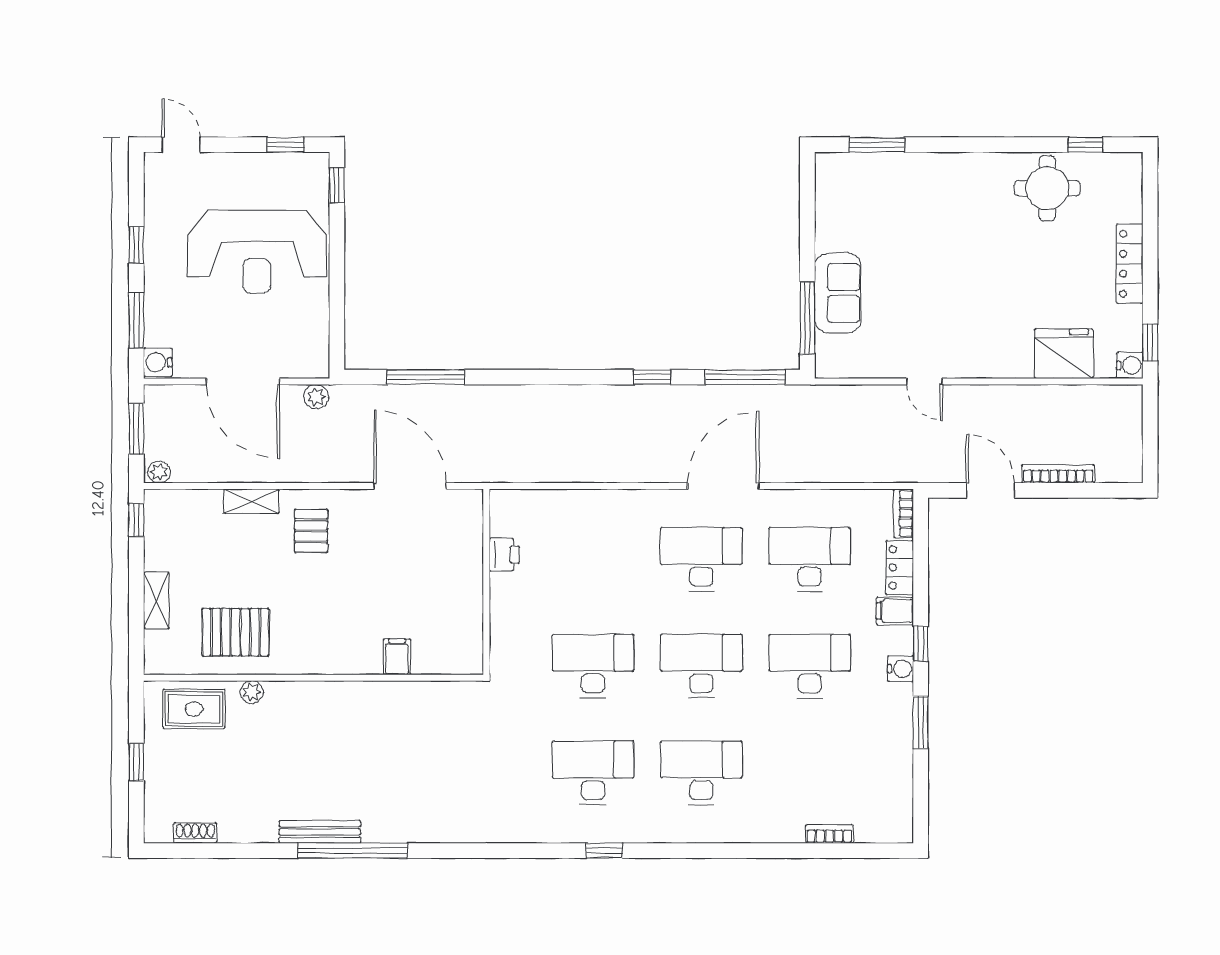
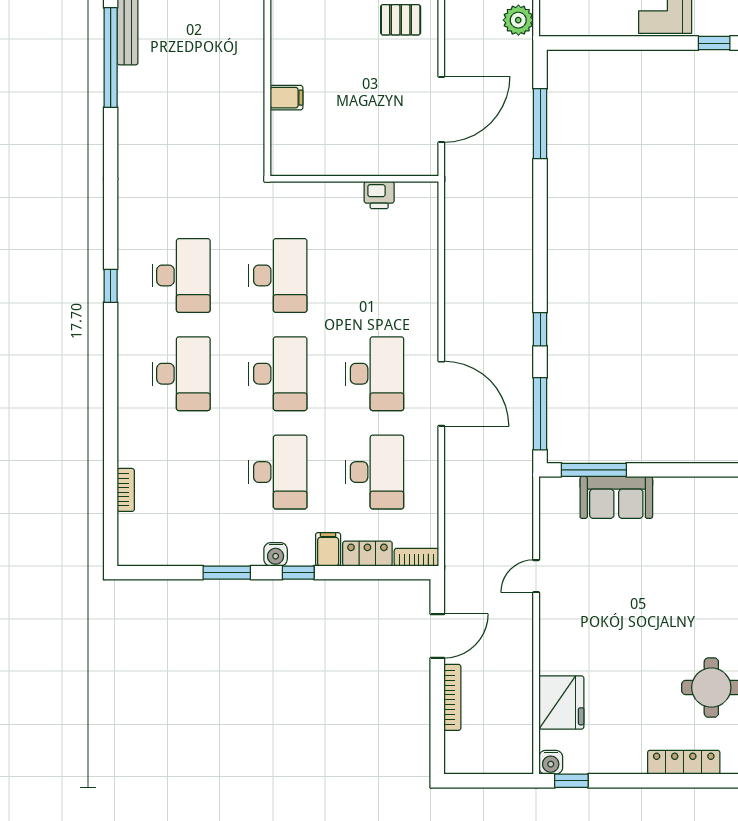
locker: (1130, 264) -> (684, 762), moved
plant: (316, 397) -> (518, 20), width x1.38, depth x1.38

